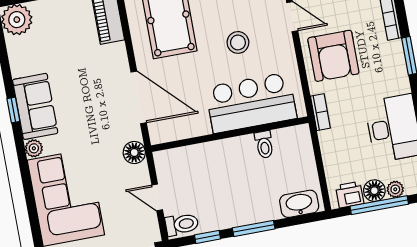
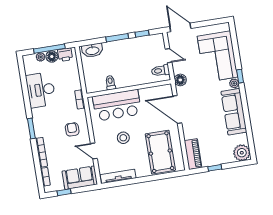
armchair: (333, 56) -> (72, 129), width x0.53, depth x0.53
sofa: (35, 106) -> (234, 112), width x1.36
window: (13, 110) -> (240, 76), moved
toilet: (182, 224) -> (160, 71), moved

